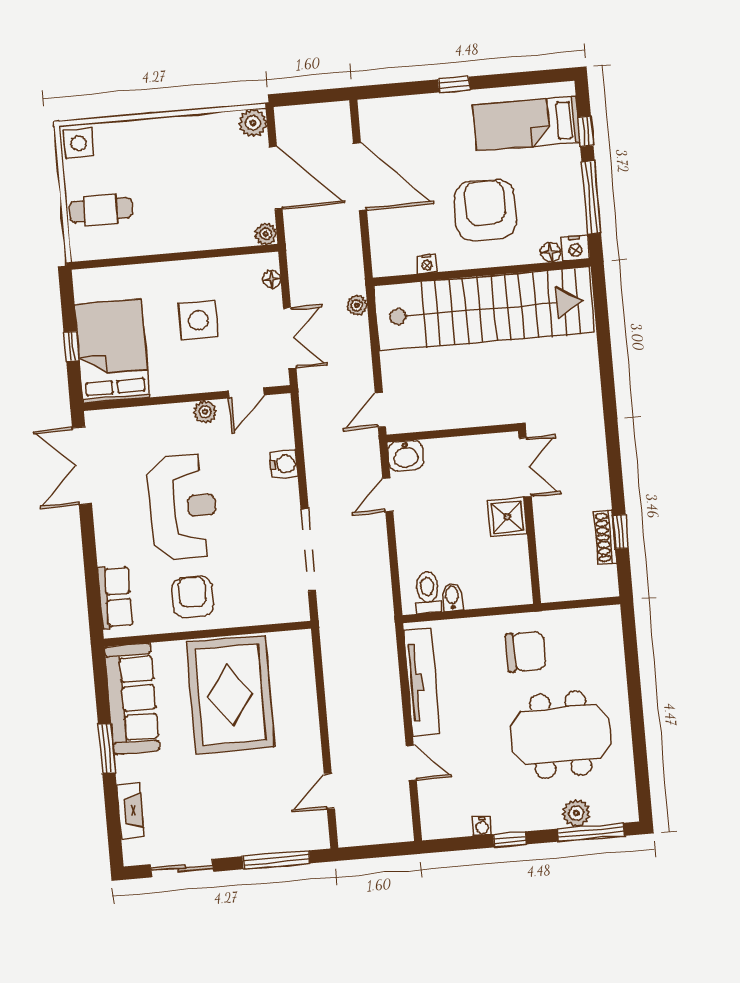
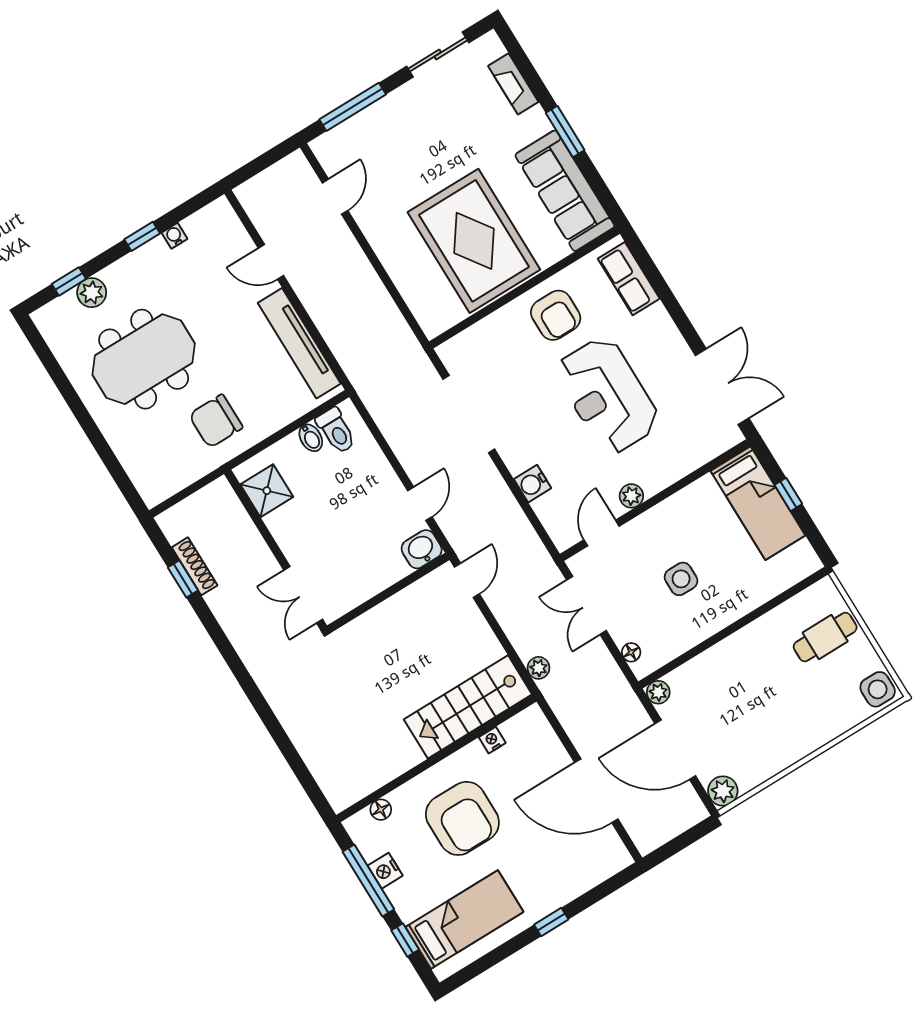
nightstand: (575, 248) -> (385, 871), moved, turned -90
stairs: (484, 309) -> (468, 707), width x0.54, depth x0.66
side table: (198, 320) -> (681, 579), width x0.73, depth x0.73
bed: (112, 351) -> (758, 503), width x0.67
shower: (507, 517) -> (267, 491), moved
window: (591, 832) -> (69, 281), width x0.46

